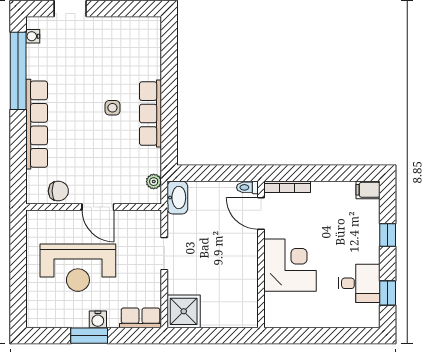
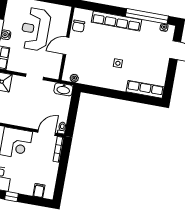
row of seats: (150, 114) -> (145, 89), moved
filing cabinet: (368, 190) -> (39, 191), moved
window: (388, 235) -> (12, 197), moved

